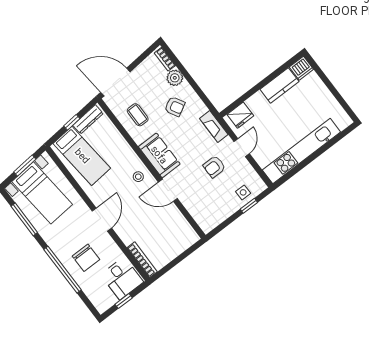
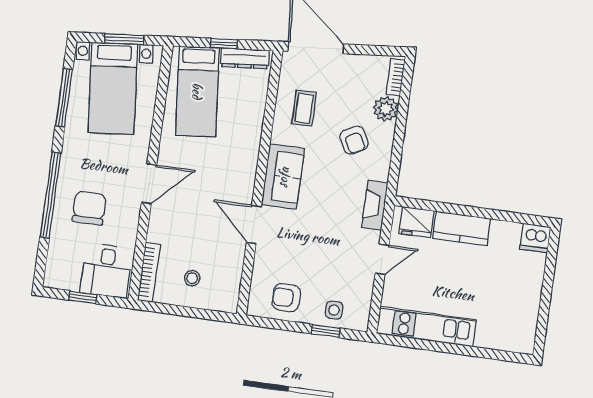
kitchen counter: (279, 85) -> (461, 229), moved
kitchen unit: (301, 151) -> (426, 327), width x0.73
armchair: (214, 167) -> (286, 298), moved
stool: (138, 177) -> (192, 278), moved
chair: (86, 258) -> (89, 208), turned 180

